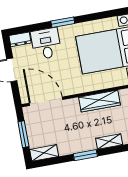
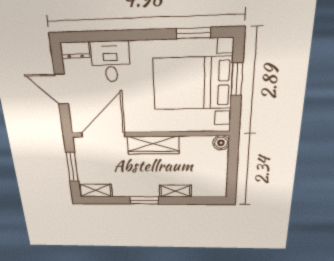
window: (63, 22) -> (193, 33), moved
door: (46, 101) -> (103, 135), hinge flipped
wardrobe: (100, 101) -> (153, 145), moved

